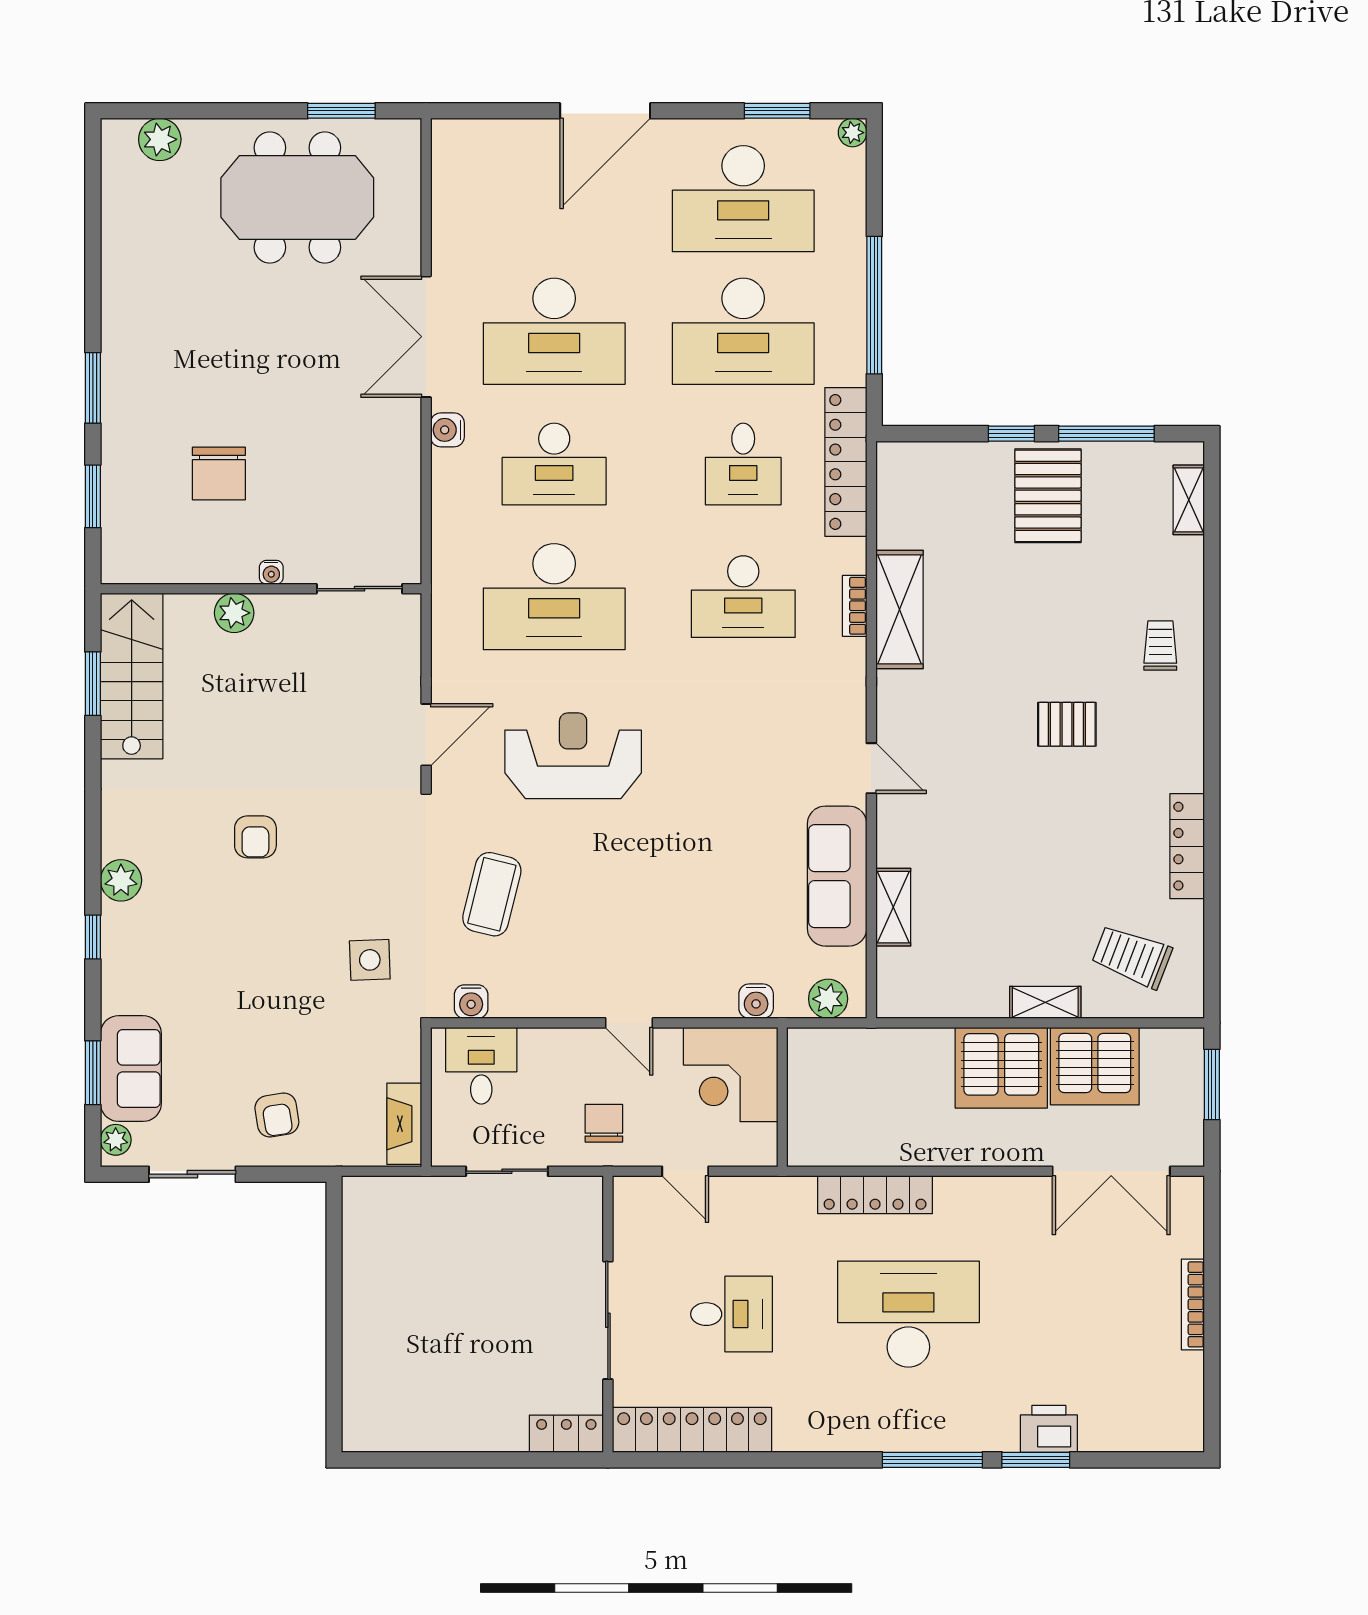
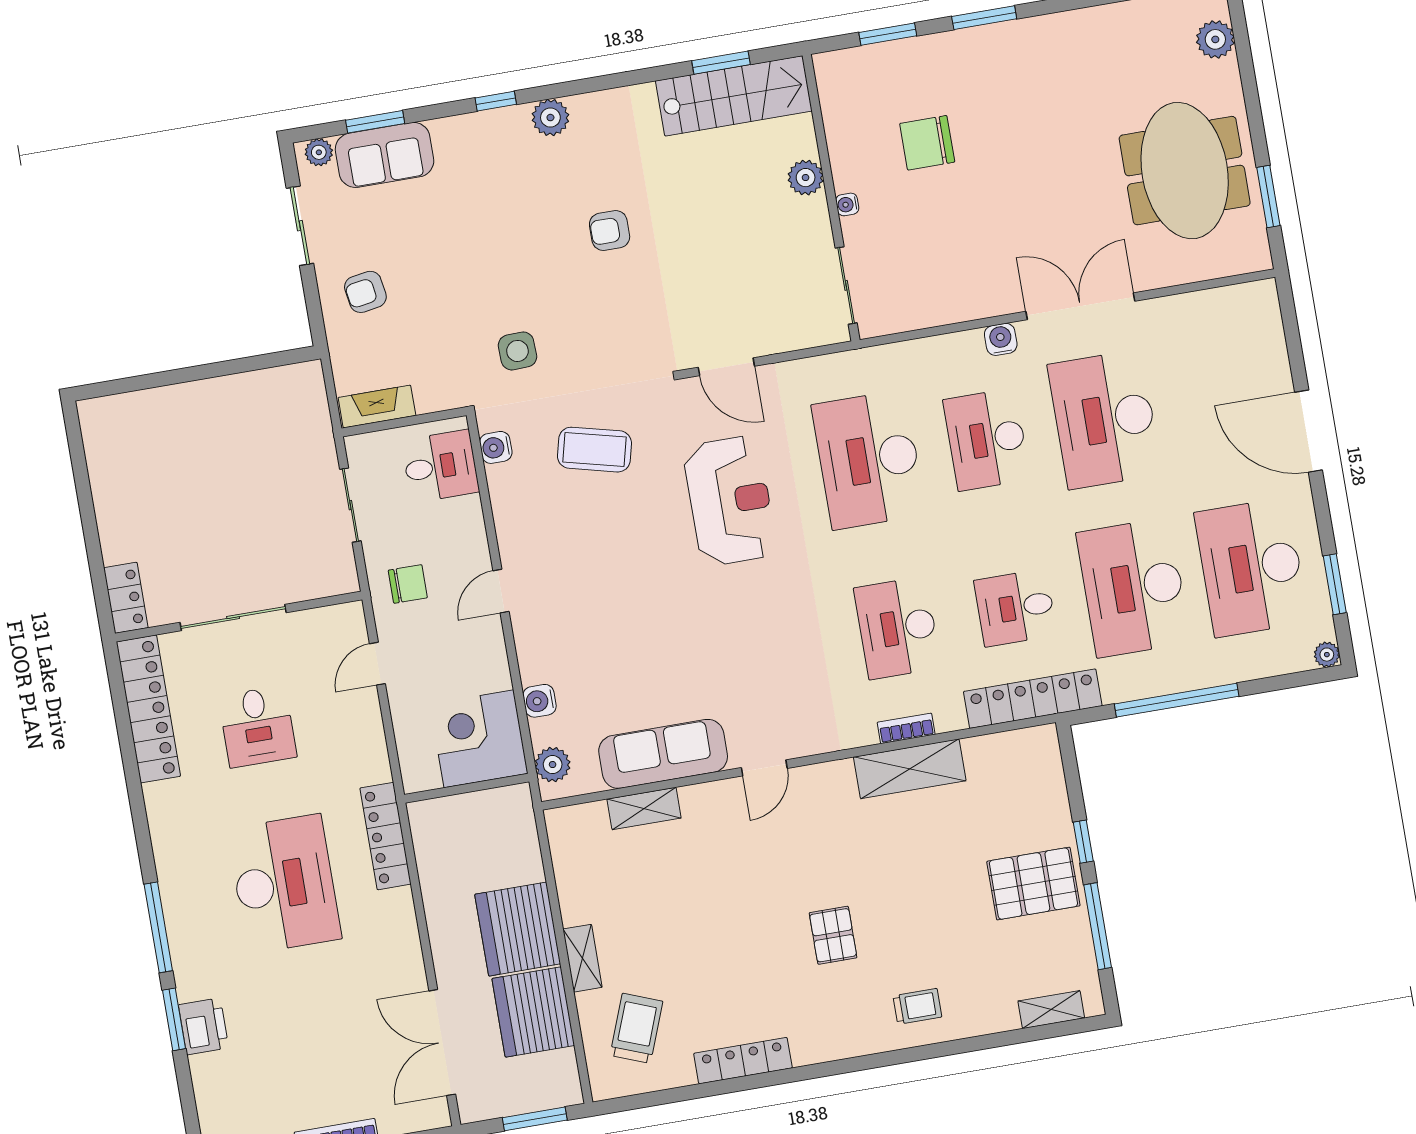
corner desk: (731, 1074) -> (479, 739), moved
wall: (782, 1097) -> (467, 788), moved

